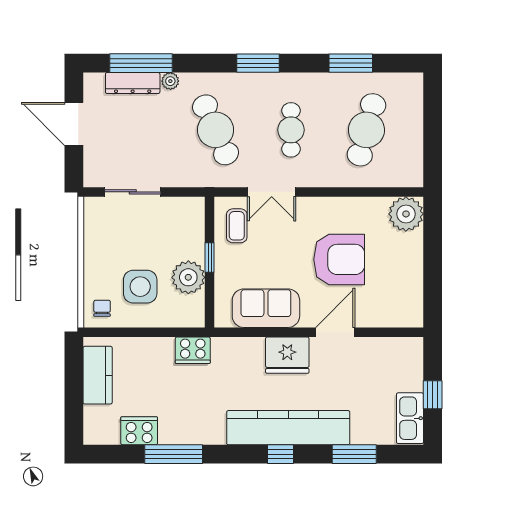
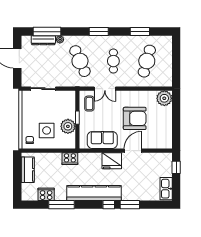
window: (433, 395) -> (176, 167), moved
kitchen counter: (288, 428) -> (94, 193), moved
window: (354, 454) -> (130, 205), moved

